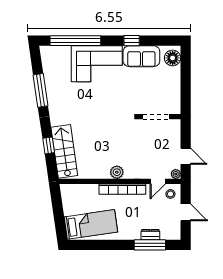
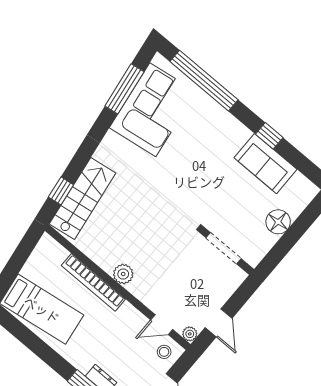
floor lamp: (173, 58) -> (278, 222), moved
corner sofa: (97, 64) -> (153, 110), moved, turned -98
window: (41, 90) -> (124, 89), moved
window: (49, 145) -> (61, 191), moved
bookcase: (122, 189) -> (93, 282), moved

